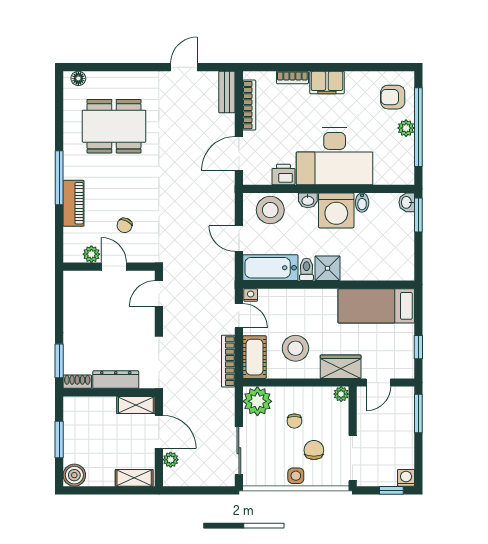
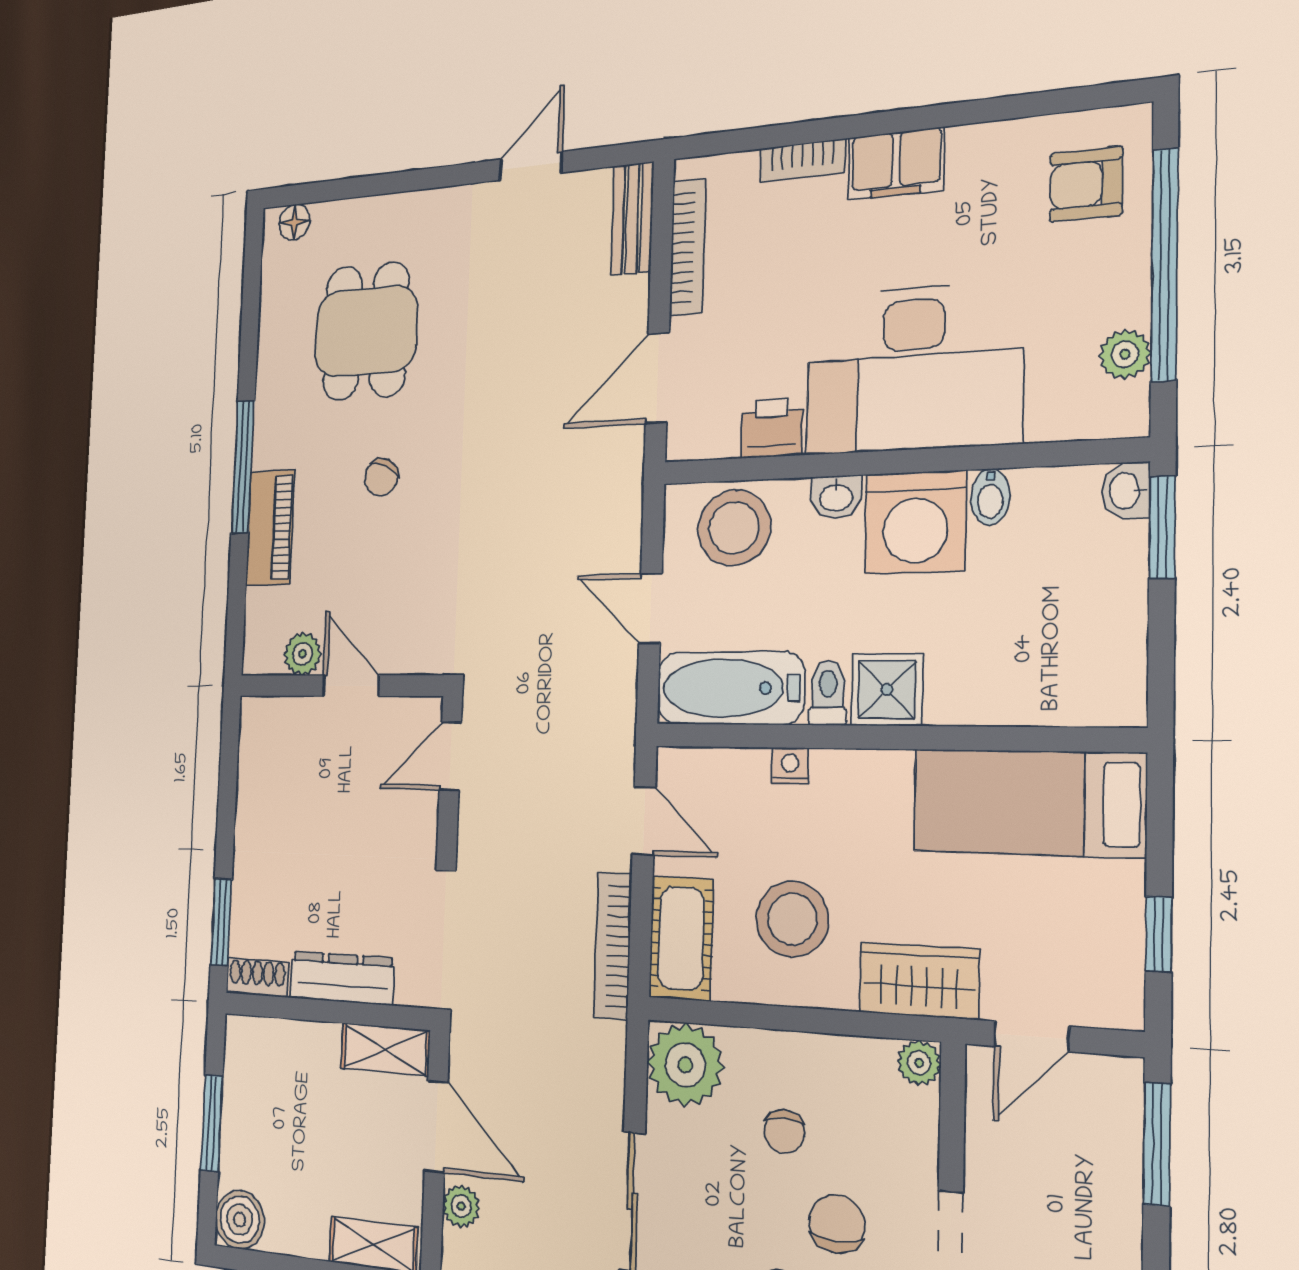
dining table: (114, 126) -> (366, 331), width x0.73
plant: (406, 128) -> (1125, 354), moved
chair: (125, 225) -> (381, 477), moved
nightstand: (251, 295) -> (790, 766), moved

